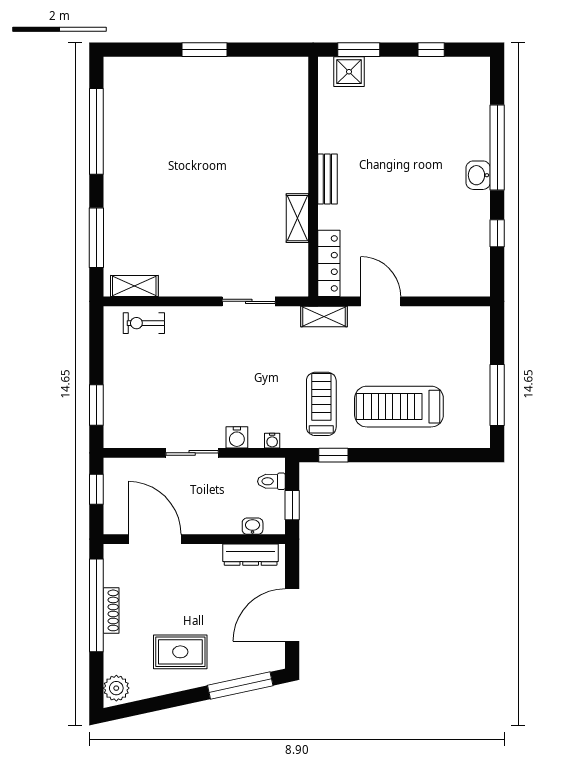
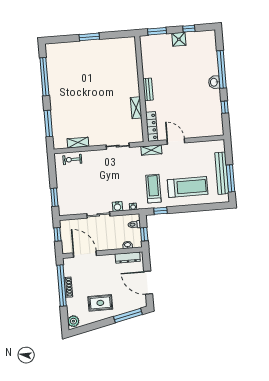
shower: (349, 72) -> (179, 39), moved
shelving: (134, 286) -> (78, 143), moved
bench: (478, 382) -> (222, 173), added
treadmill: (399, 407) -> (188, 187), turned 180
door: (292, 615) -> (148, 283), hinge flipped

